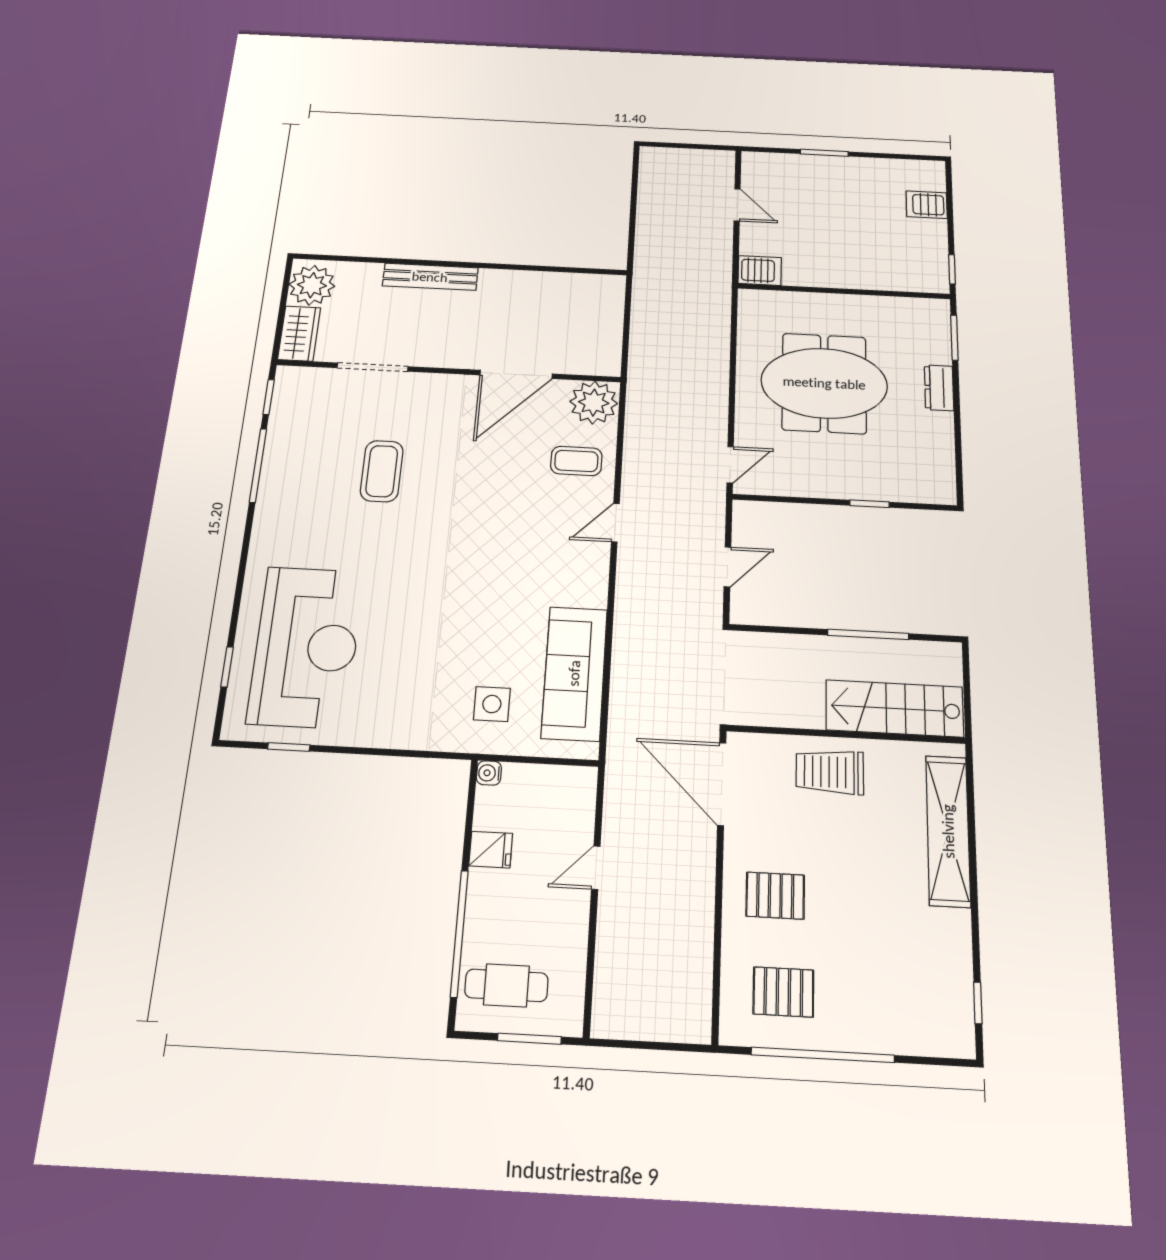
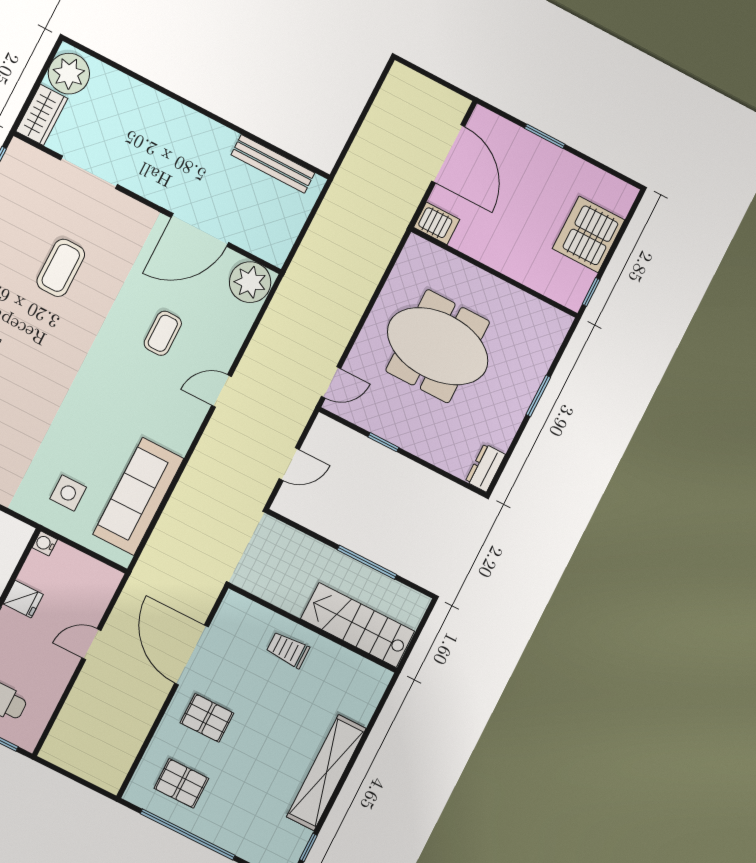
door: (737, 205) -> (448, 154), width x1.88
server rack: (927, 205) -> (589, 234), width x2.18, depth x1.44
bench: (430, 277) -> (273, 164), moved
window: (954, 338) -> (538, 396), moved
dresser: (939, 388) -> (485, 468), moved
coffee table: (576, 461) -> (163, 333), moved, turned 90
window: (869, 504) -> (383, 442), moved
trolley: (830, 772) -> (288, 650), width x0.73, depth x0.72
door: (722, 784) -> (191, 655), moved
shelving: (948, 831) -> (326, 773), moved

